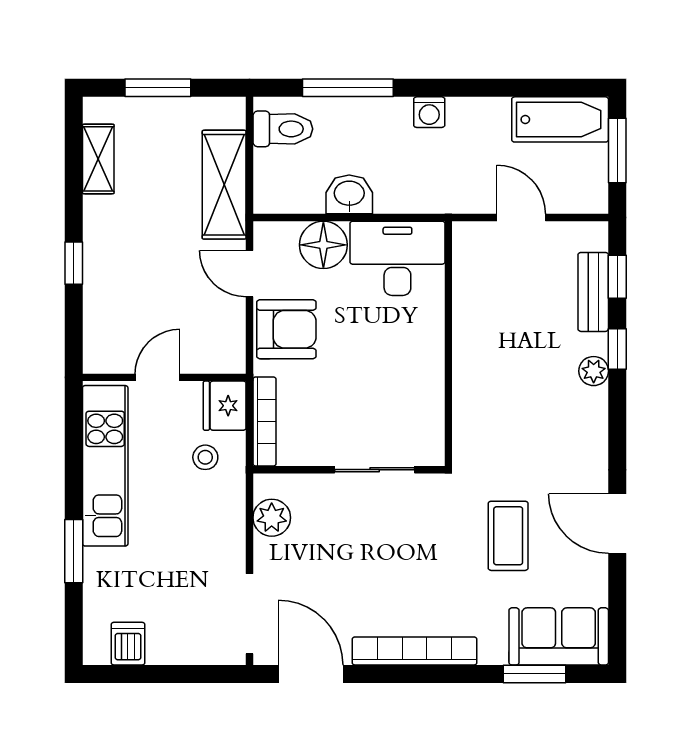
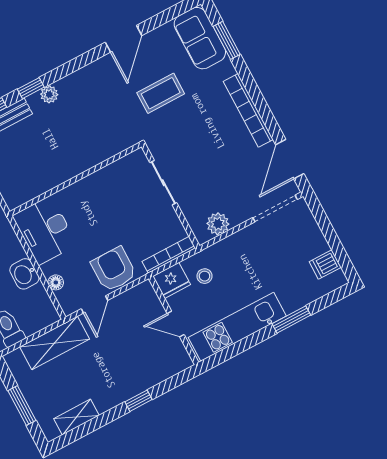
floor lamp: (323, 245) -> (56, 282), width x0.53, depth x0.53

